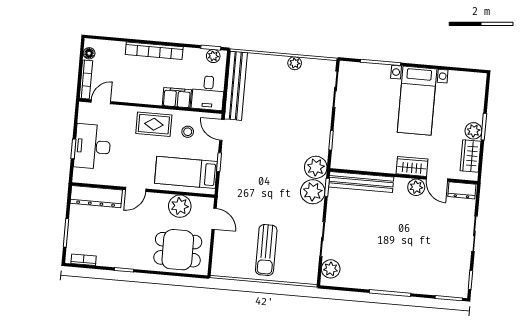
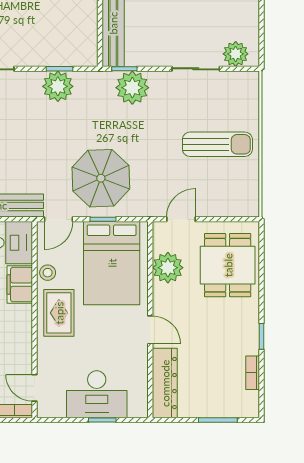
stool: (188, 132) -> (48, 273), moved
parasol: (249, 163) -> (101, 178), added
plant: (316, 167) -> (58, 86), moved
bed: (186, 172) -> (112, 263), width x1.50
bookcase: (84, 260) -> (253, 373), moved

